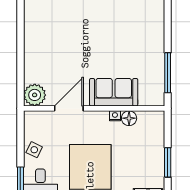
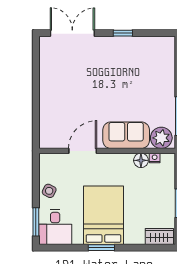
plant: (35, 95) -> (161, 138), moved
nightstand: (115, 116) -> (155, 158), moved

